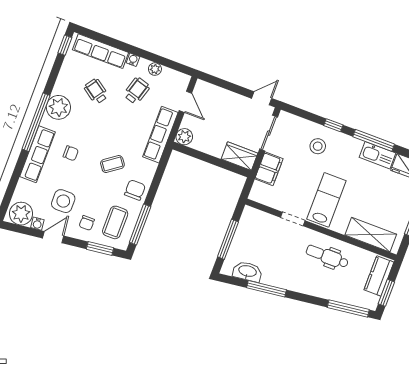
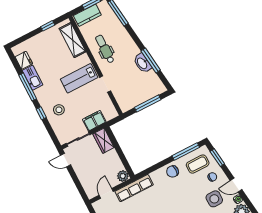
coffee table: (112, 164) -> (172, 195), removed
dental chair: (327, 256) -> (105, 49), turned 180
washbasin: (247, 271) -> (142, 63), moved

